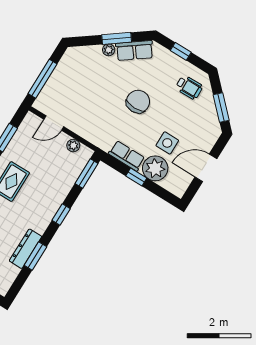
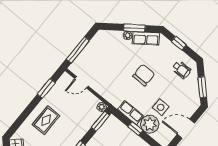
plant: (73, 145) -> (102, 107), moved

